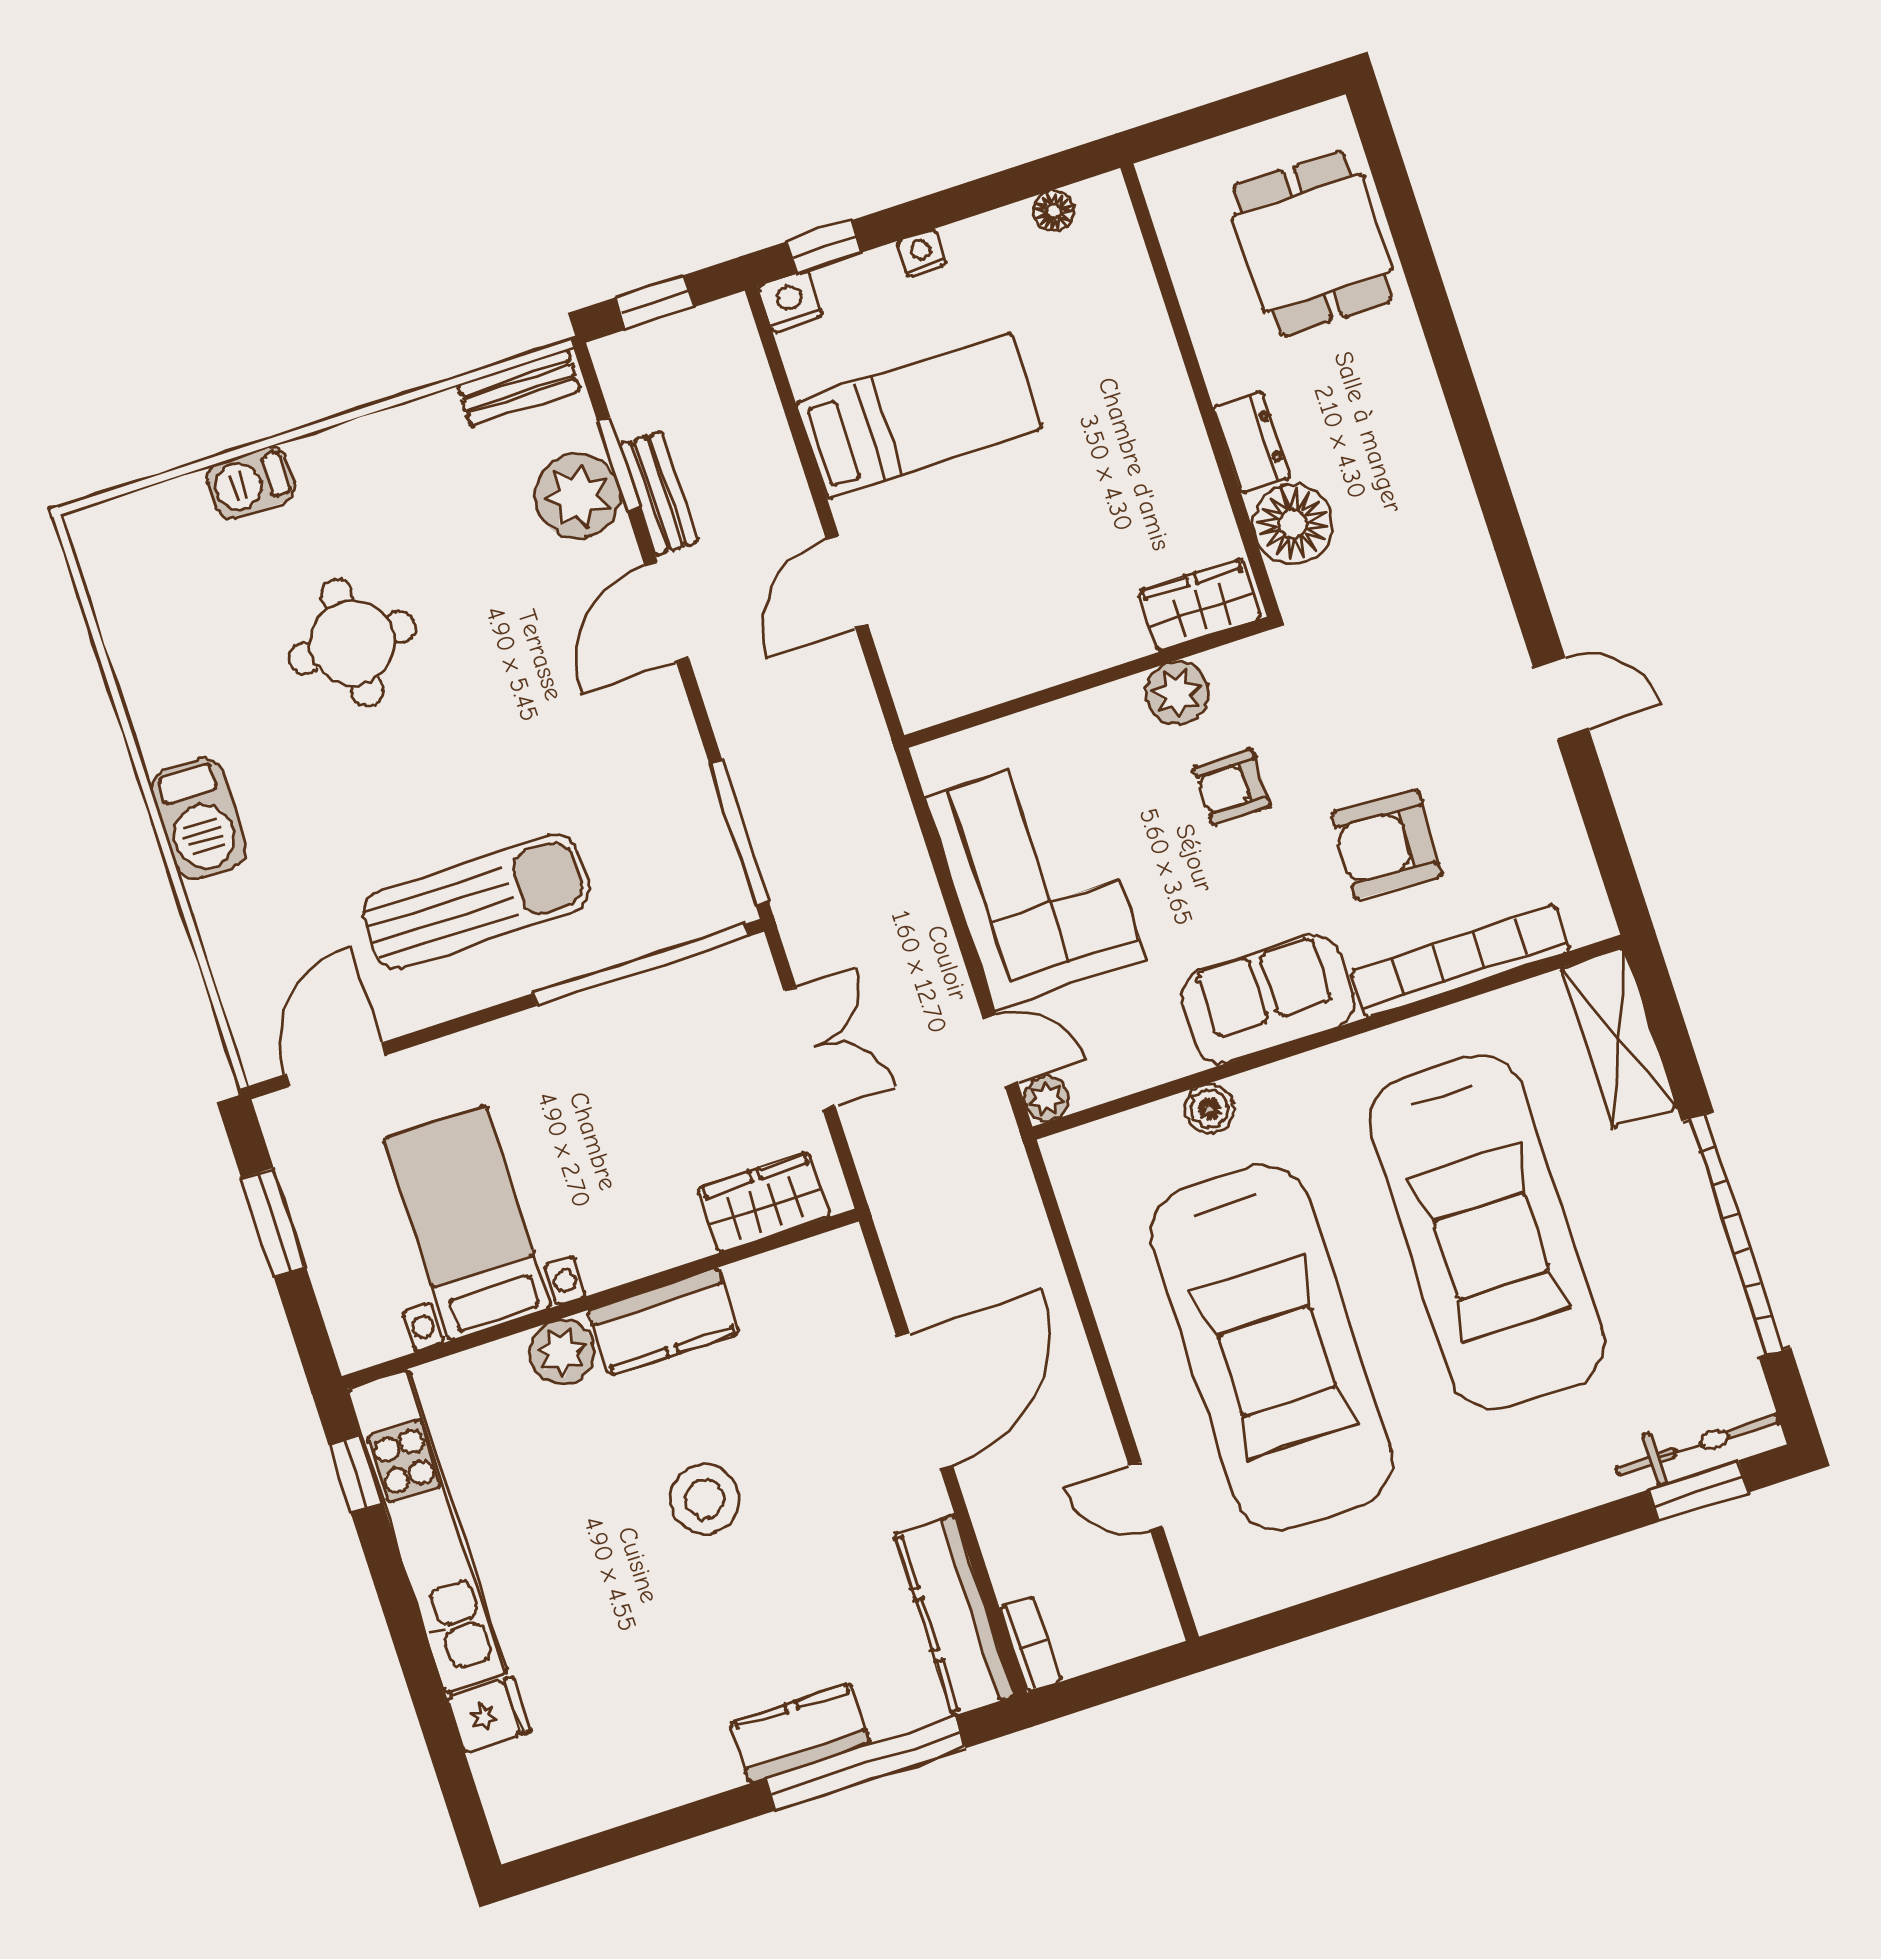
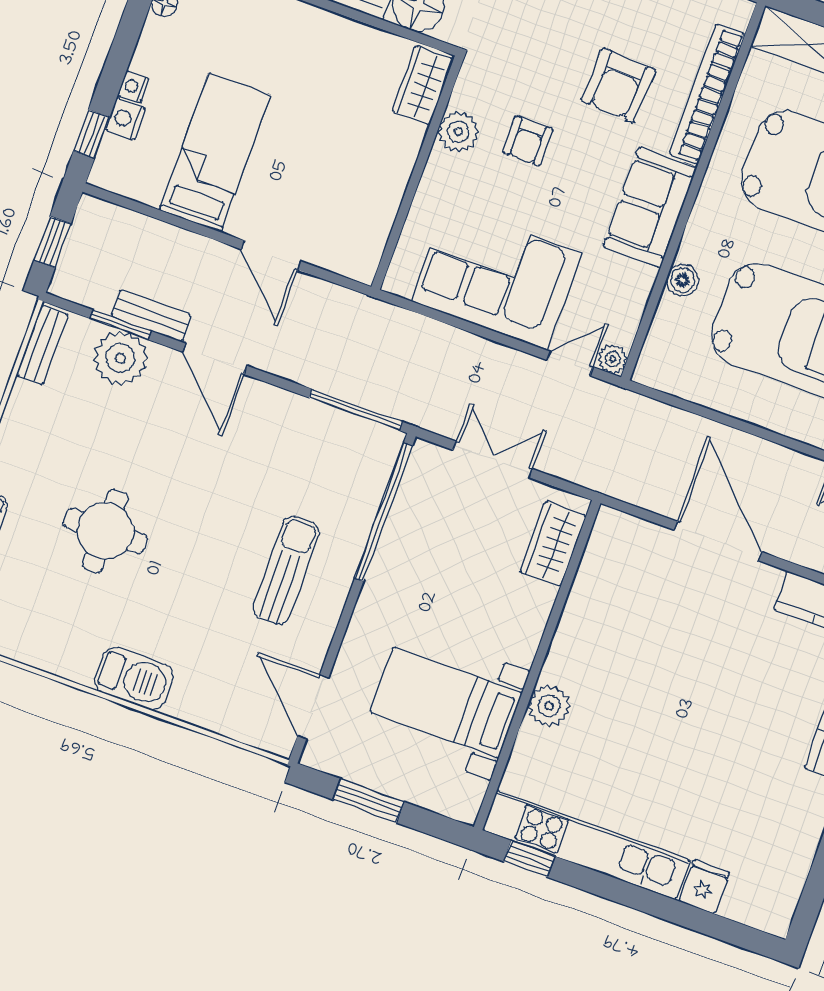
nightstand: (790, 301) -> (125, 119), moved
sun lounger: (476, 901) -> (286, 570), width x0.73, depth x0.75
kitchen counter: (663, 1322) -> (574, 642), removed
stool: (705, 1499) -> (680, 692), removed

